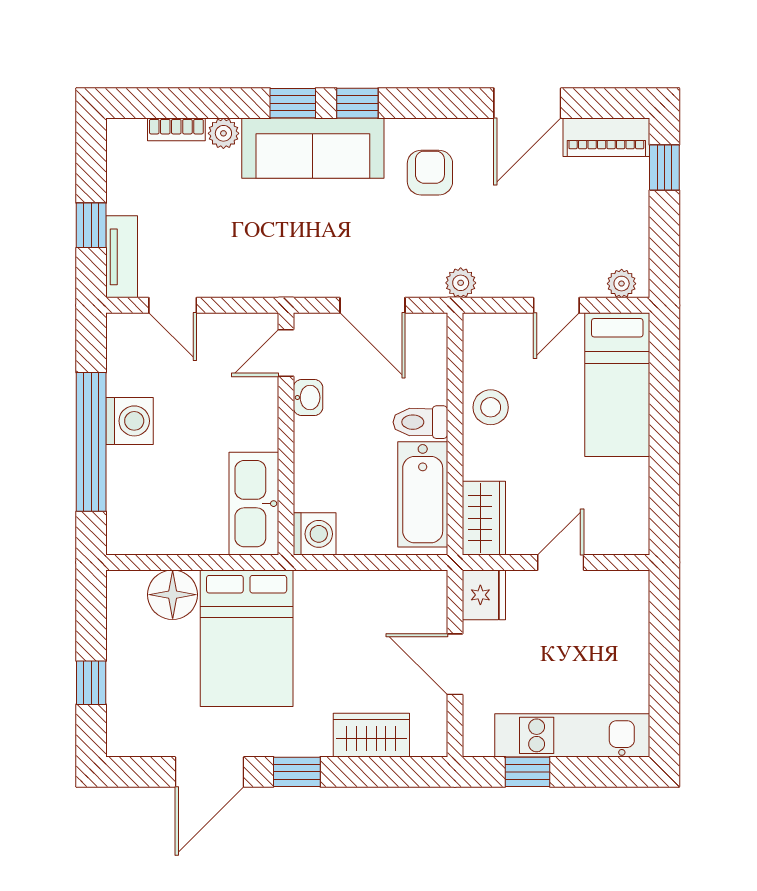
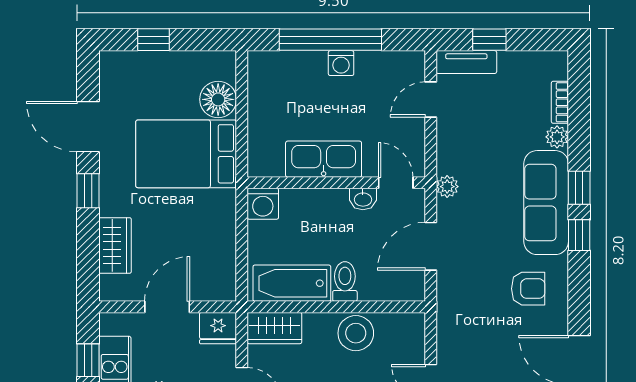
plant: (461, 283) -> (447, 187), moved
stool: (491, 407) -> (356, 333), width x1.38, depth x1.38
washing machine: (129, 421) -> (341, 63), width x0.73, depth x0.73
kitchen sink: (254, 504) -> (324, 159), moved

